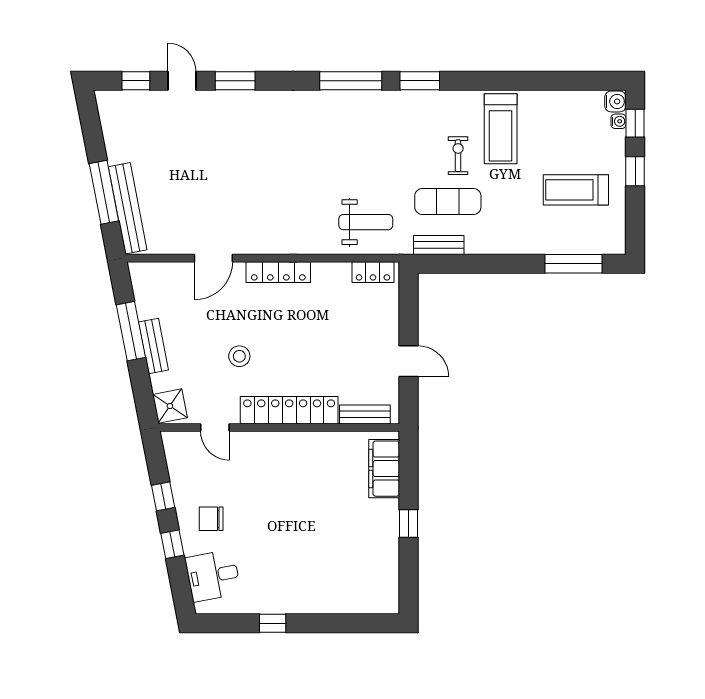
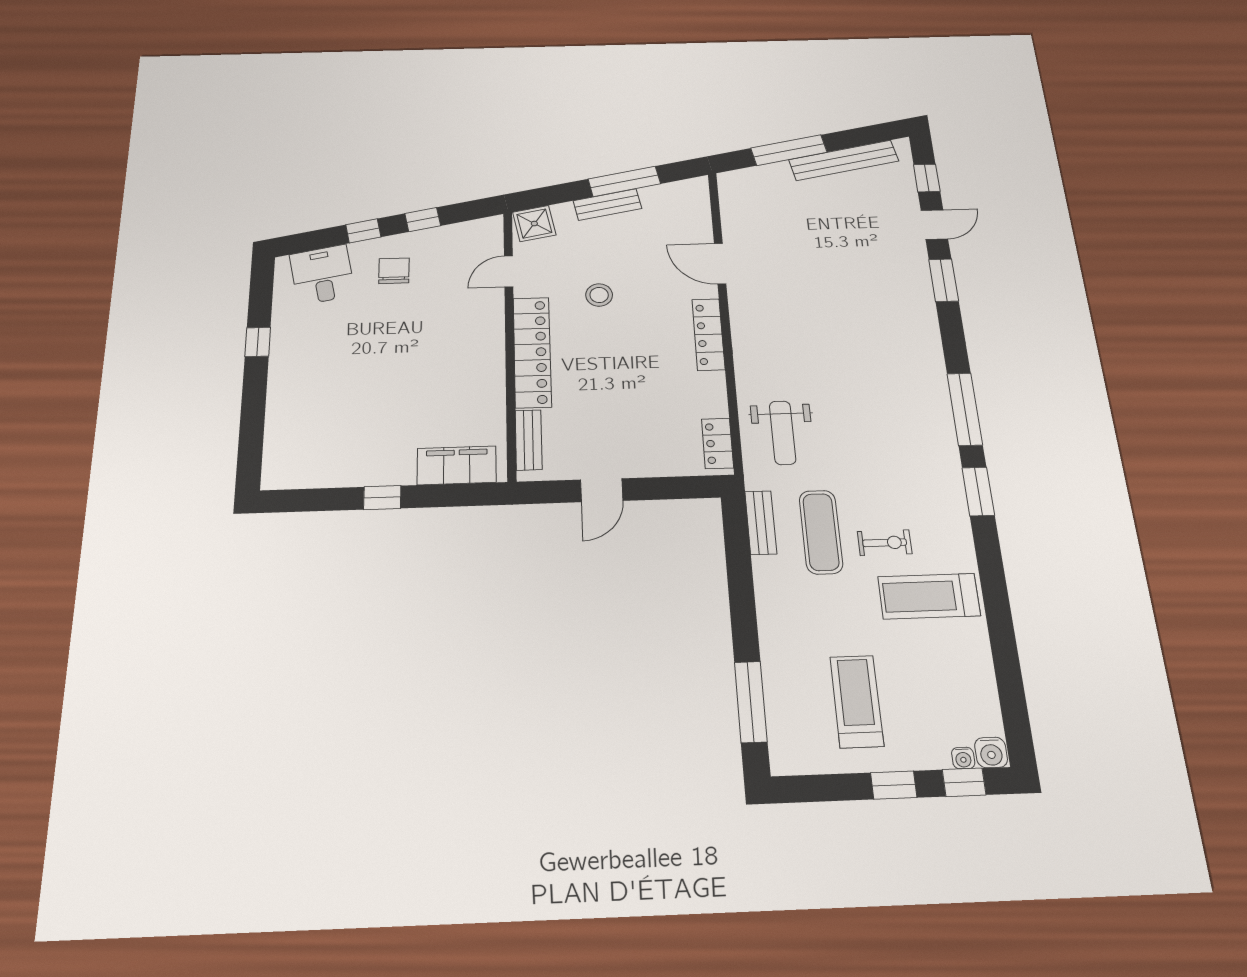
bench: (128, 208) -> (844, 160), moved

